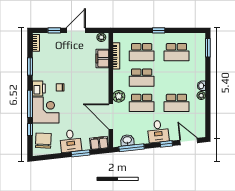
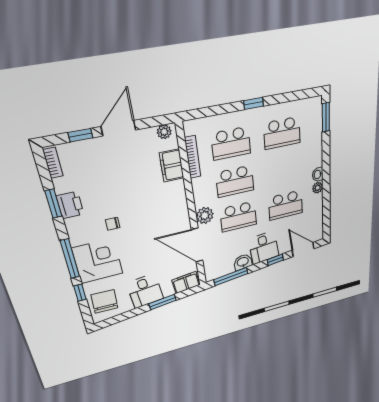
printer: (39, 89) -> (70, 205), moved
washbasin: (127, 140) -> (243, 262), moved

